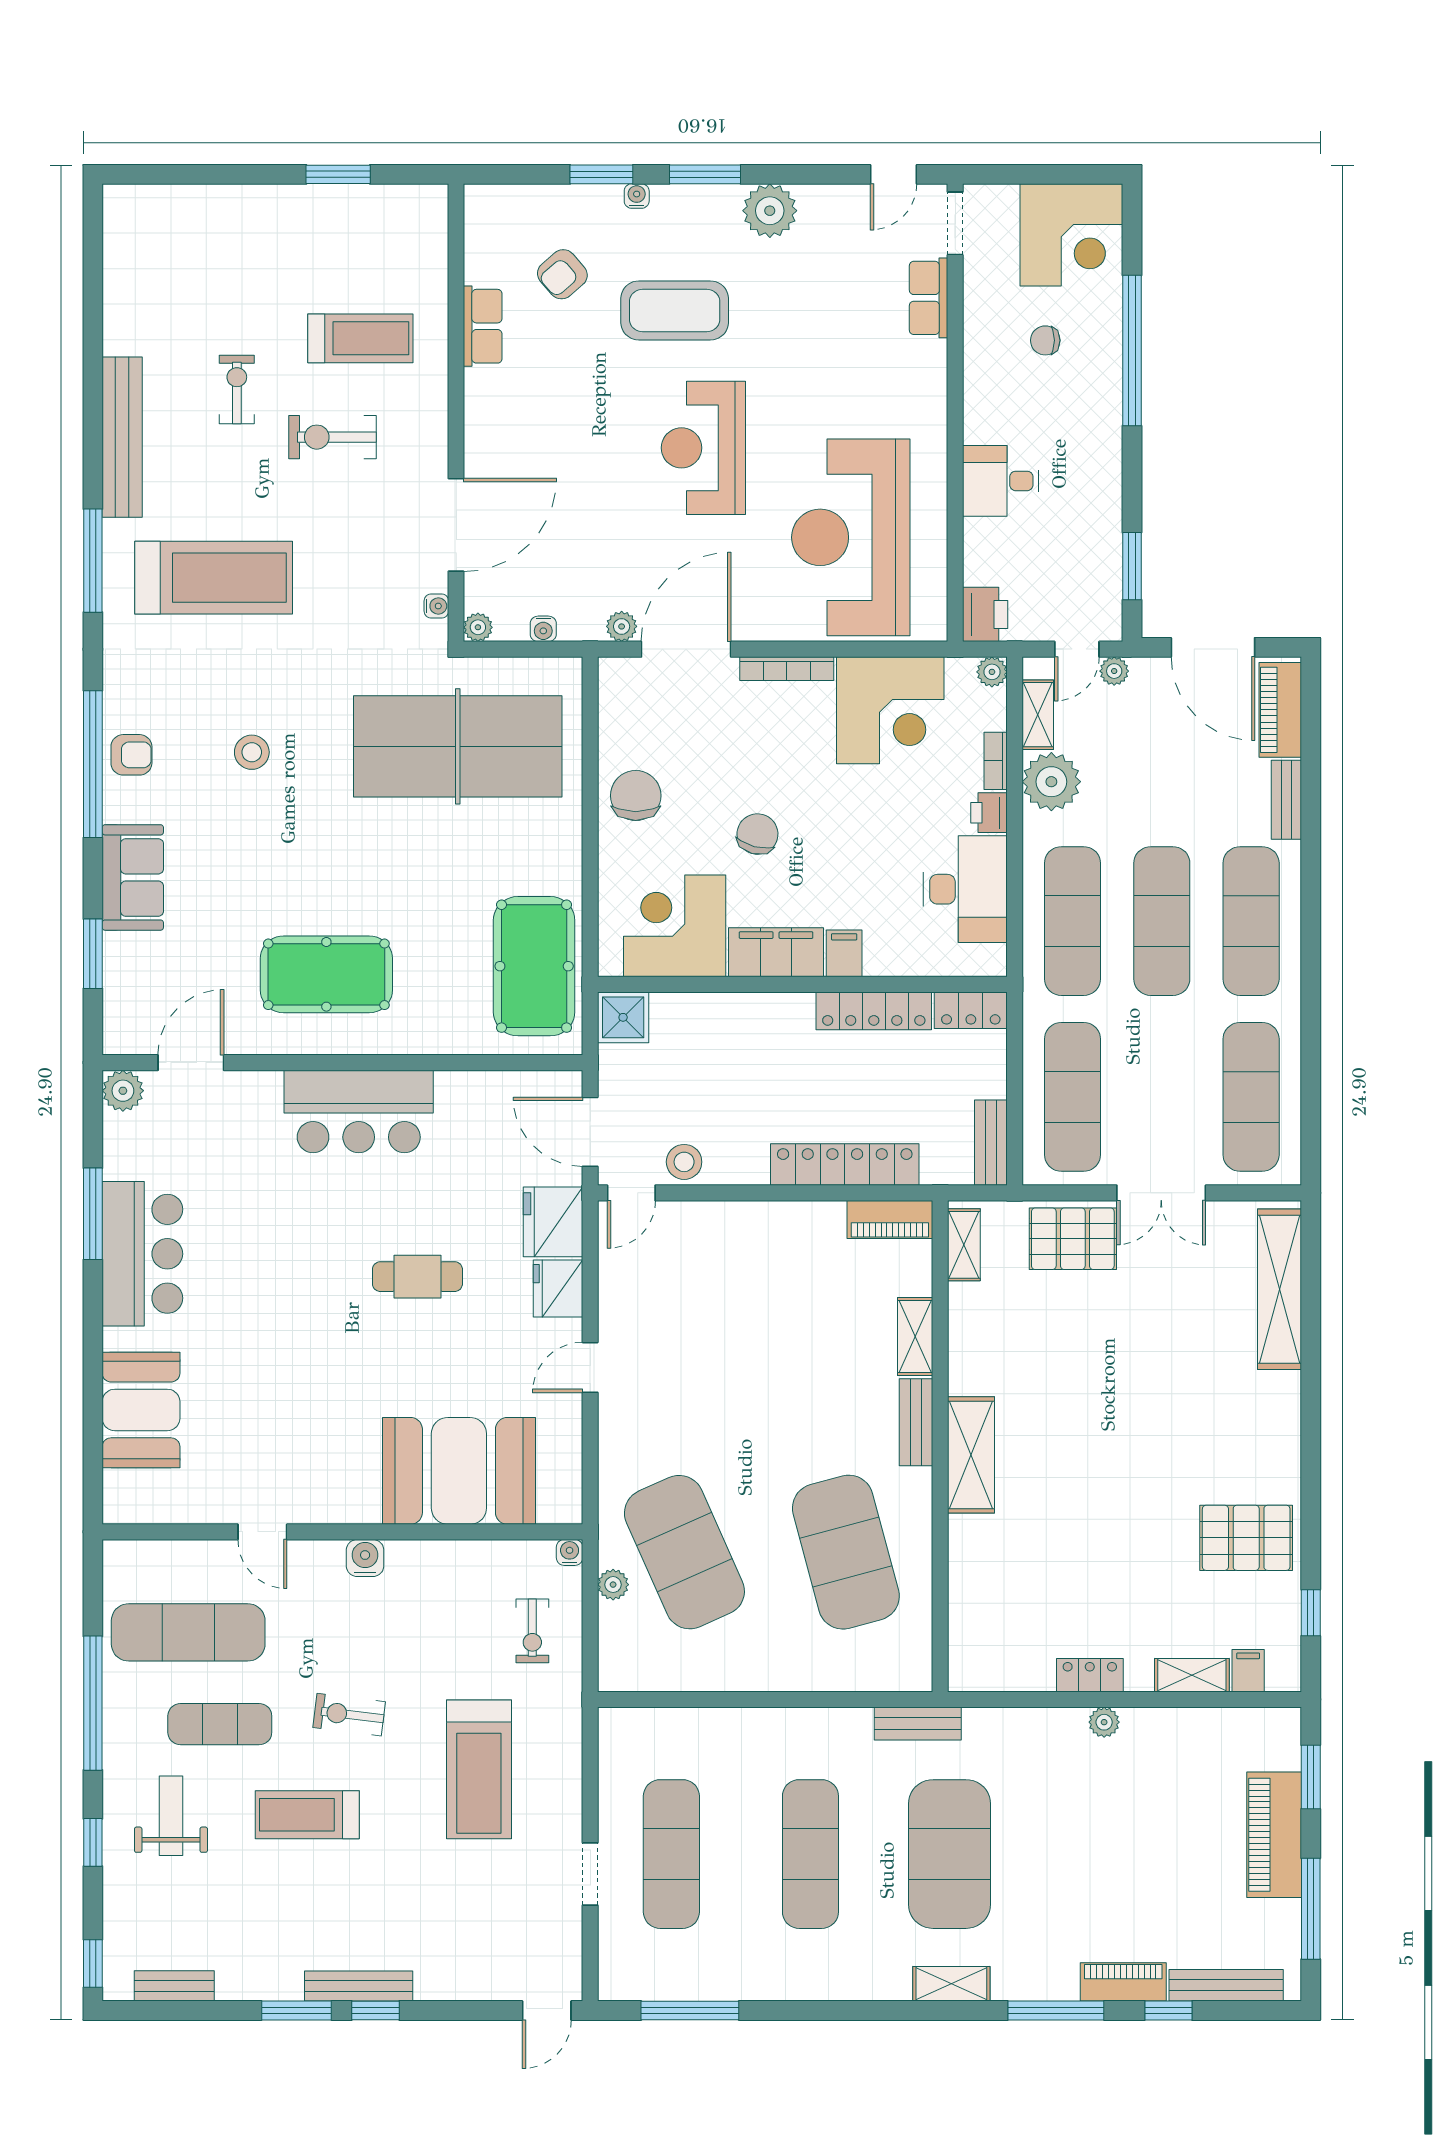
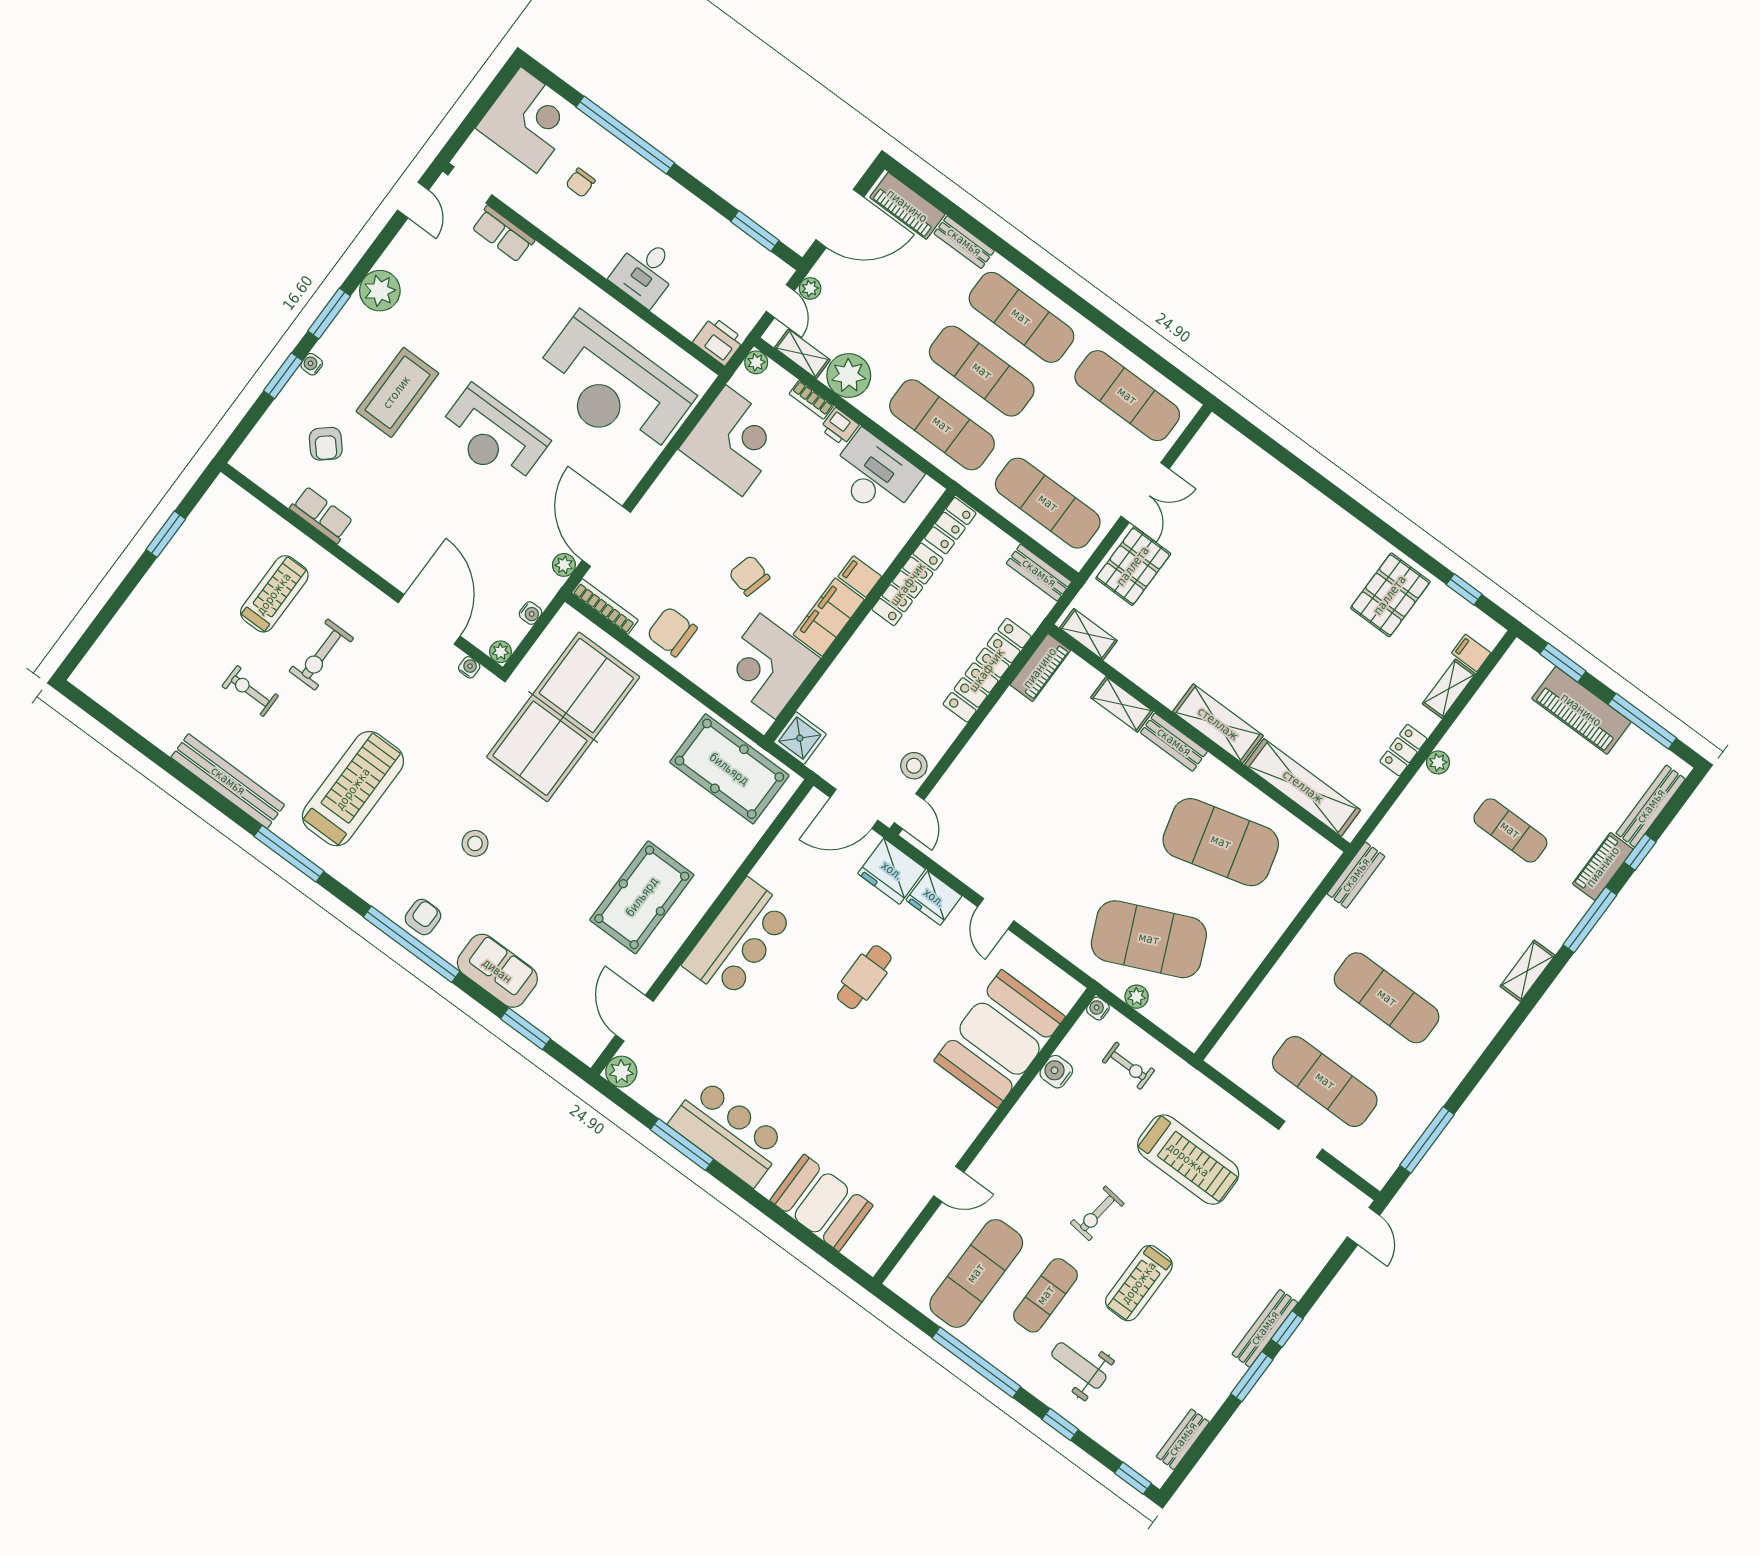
bookcase: (787, 669) -> (605, 606), moved, turned -90
shelving: (1280, 1289) -> (1303, 787), moved
water cooler: (365, 1558) -> (1056, 1072), moved
exercise mat: (949, 1854) -> (1510, 830), moved, width x0.50, depth x0.69

